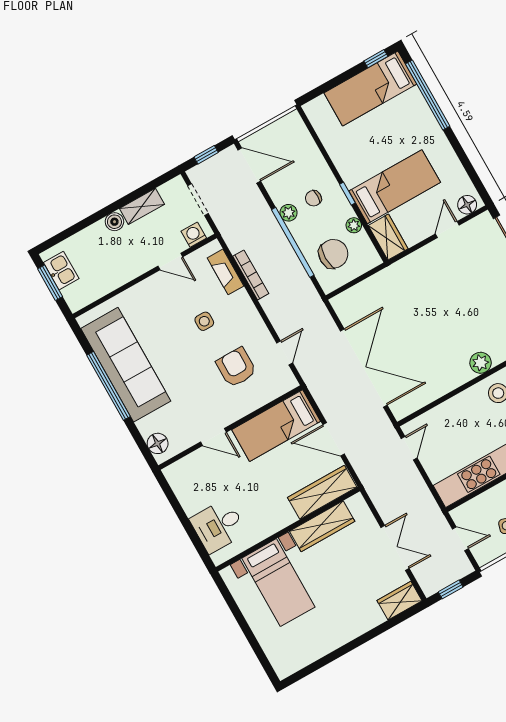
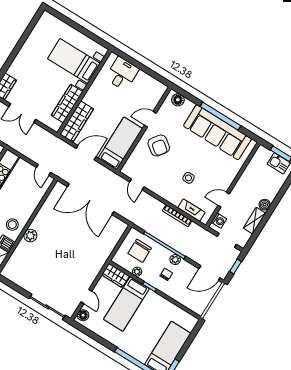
armchair: (236, 367) -> (159, 146), moved, turned 36

